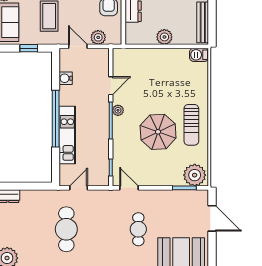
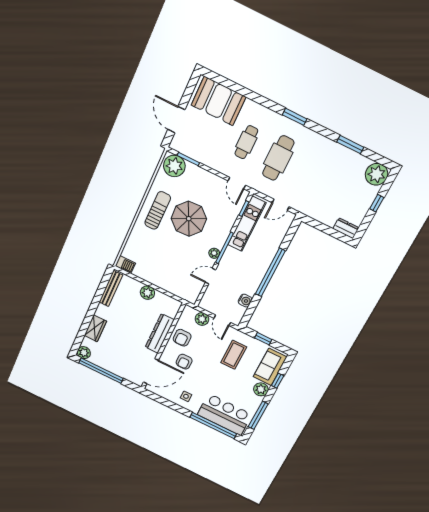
kitchen unit: (67, 135) -> (247, 224), moved, turned 180
cafe table: (66, 229) -> (278, 158), moved

